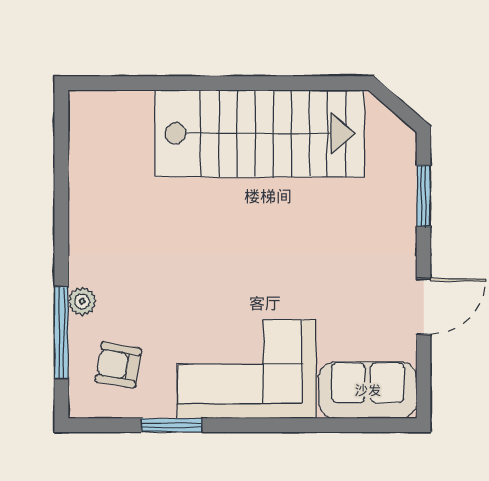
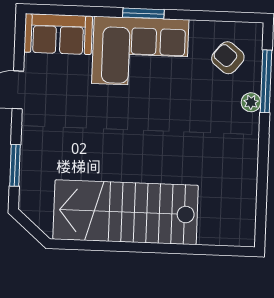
armchair: (118, 365) -> (228, 58), turned -151
window: (172, 425) -> (143, 13), moved

